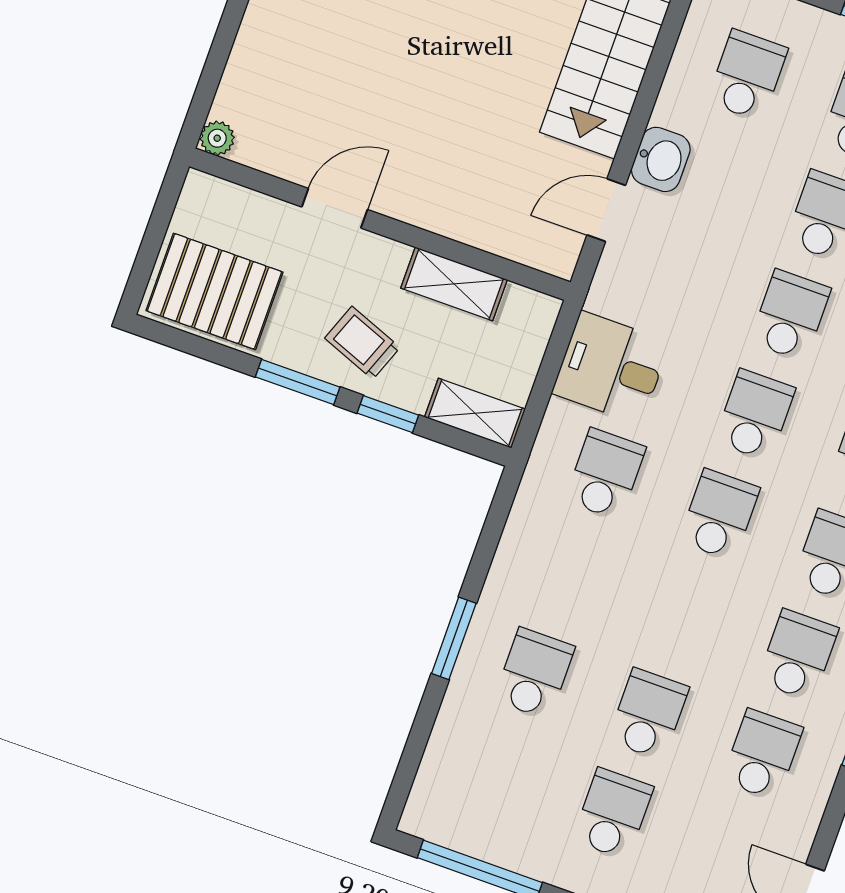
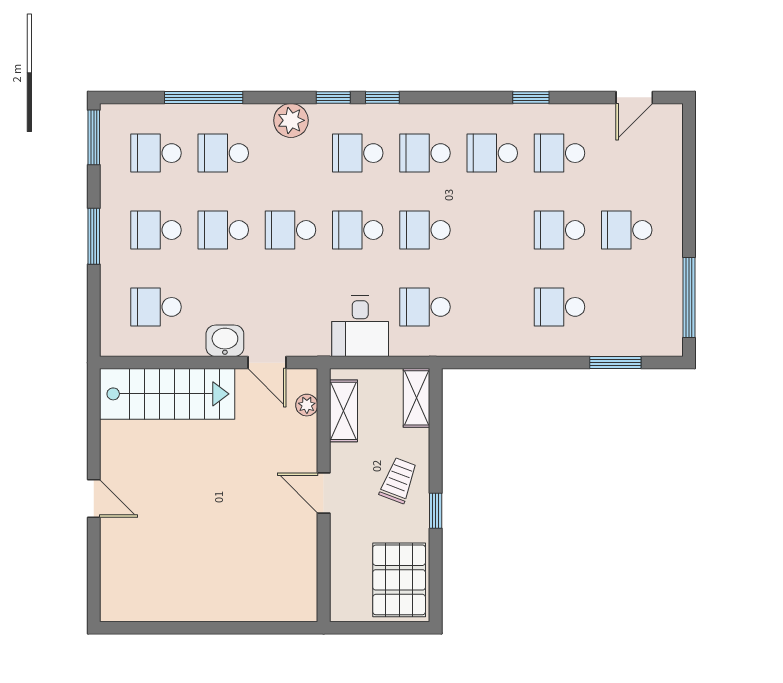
plant: (217, 138) -> (307, 405), moved
door: (335, 208) -> (324, 493), moved
shelving: (454, 284) -> (343, 411), moved
trolley: (362, 343) -> (398, 480), turned 180
window: (298, 382) -> (436, 511), width x0.67
window: (388, 414) -> (436, 450), removed
window: (454, 638) -> (615, 363), moved

